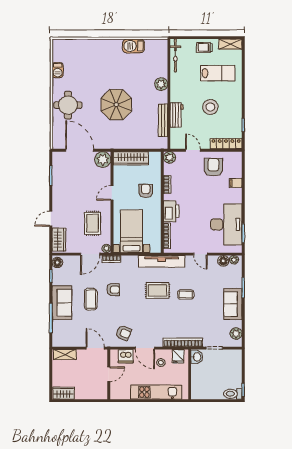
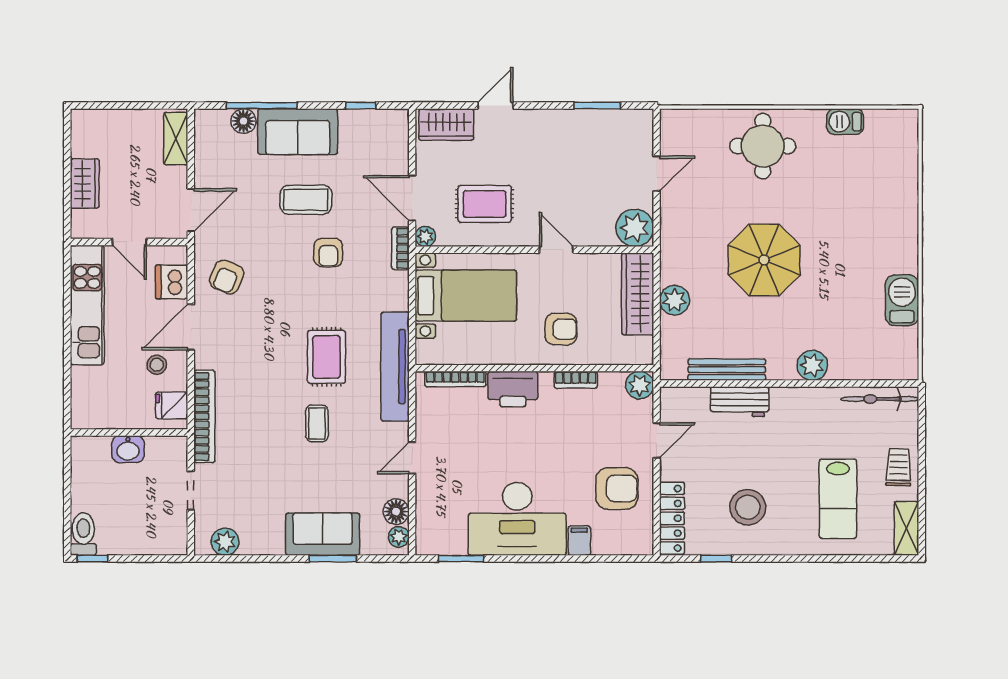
stool: (210, 107) -> (748, 507), moved
plant: (133, 143) -> (675, 300), added
door: (80, 150) -> (657, 173), width x0.53
door: (51, 219) -> (495, 106), hinge flipped
desk: (226, 224) -> (517, 519), moved
floor lamp: (57, 263) -> (243, 121), moved
sofa: (233, 304) -> (323, 534), moved
washbasin: (197, 357) -> (128, 449), moved
kitchen unit: (156, 392) -> (87, 305), moved
wardrobe: (64, 393) -> (85, 184), moved

